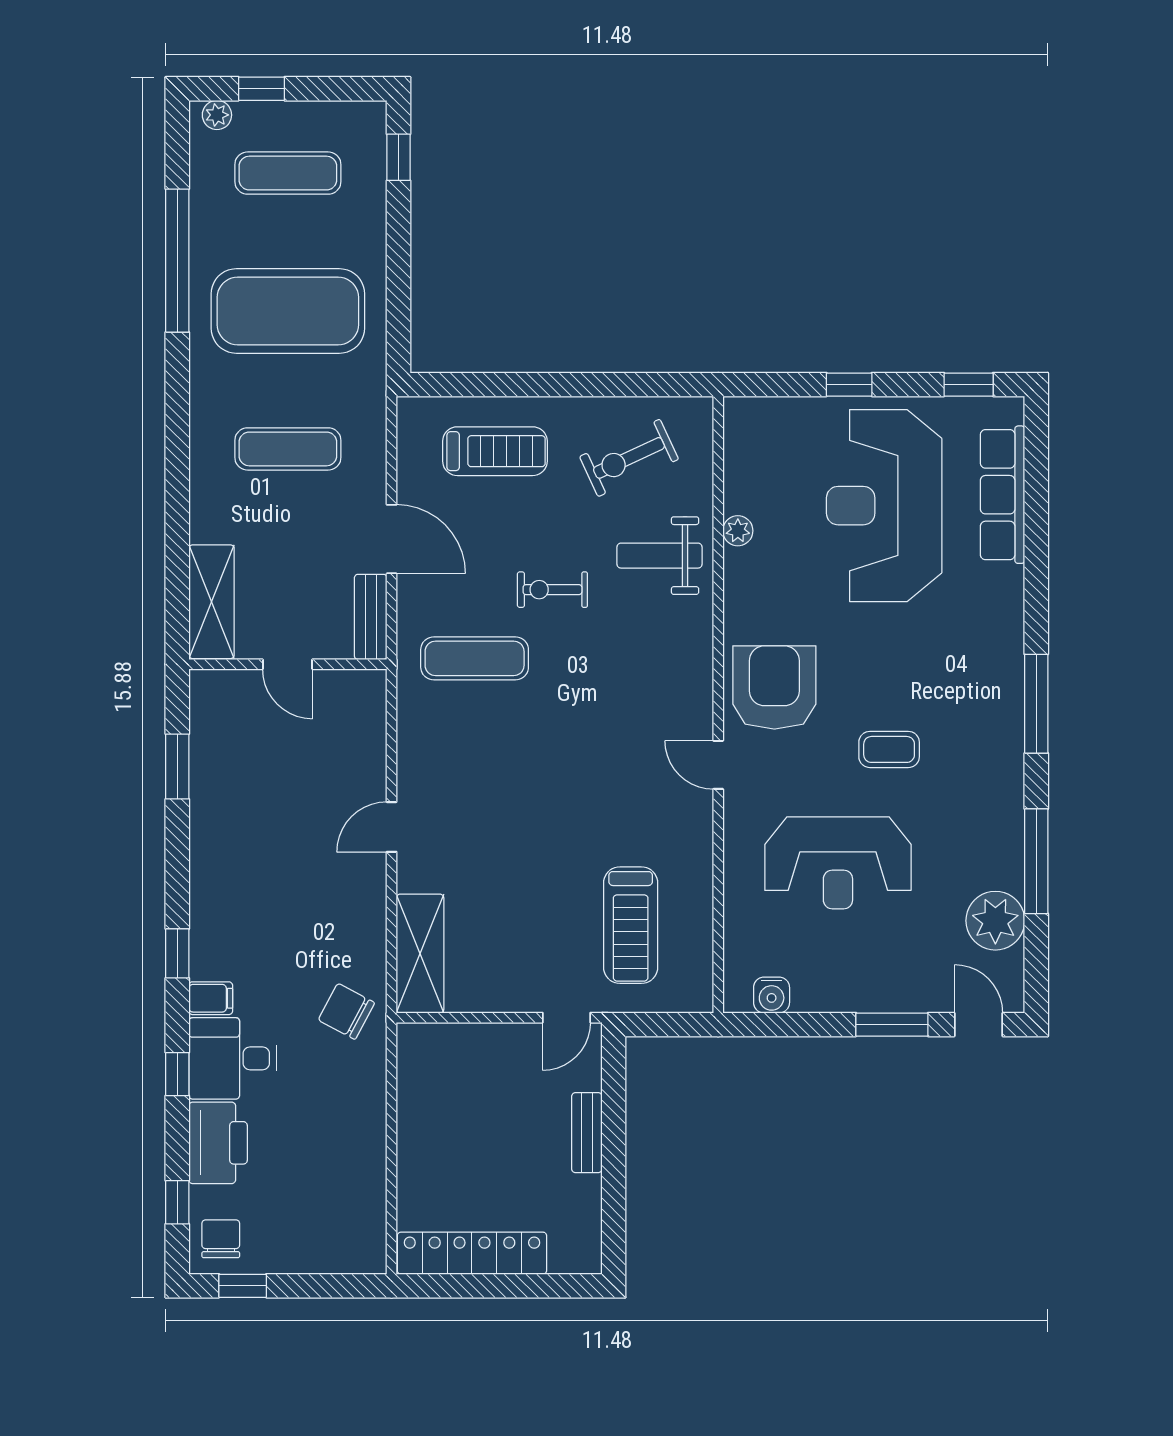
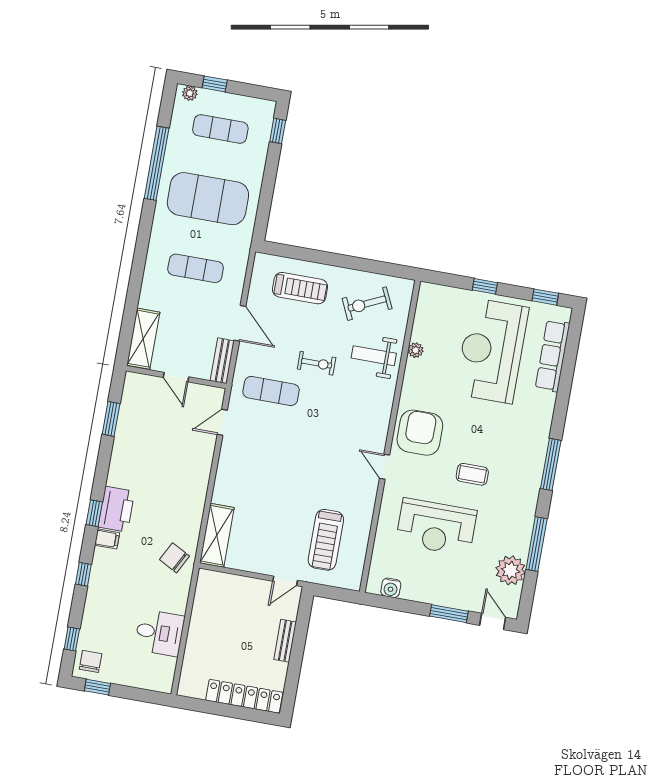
exercise bike: (552, 590) -> (317, 363), turned 180
door: (392, 827) -> (222, 422), moved
desk: (233, 1058) -> (159, 633), moved, turned 180
printer: (218, 1143) -> (116, 509), moved
locker: (472, 1253) -> (244, 696), moved

